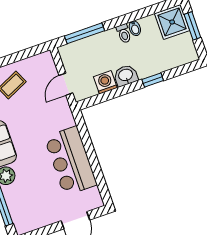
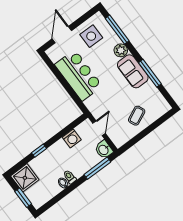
shower: (172, 22) -> (25, 178), moved
washbasin: (126, 75) -> (104, 150), moved, turned 90
side table: (38, 206) -> (91, 36), added

